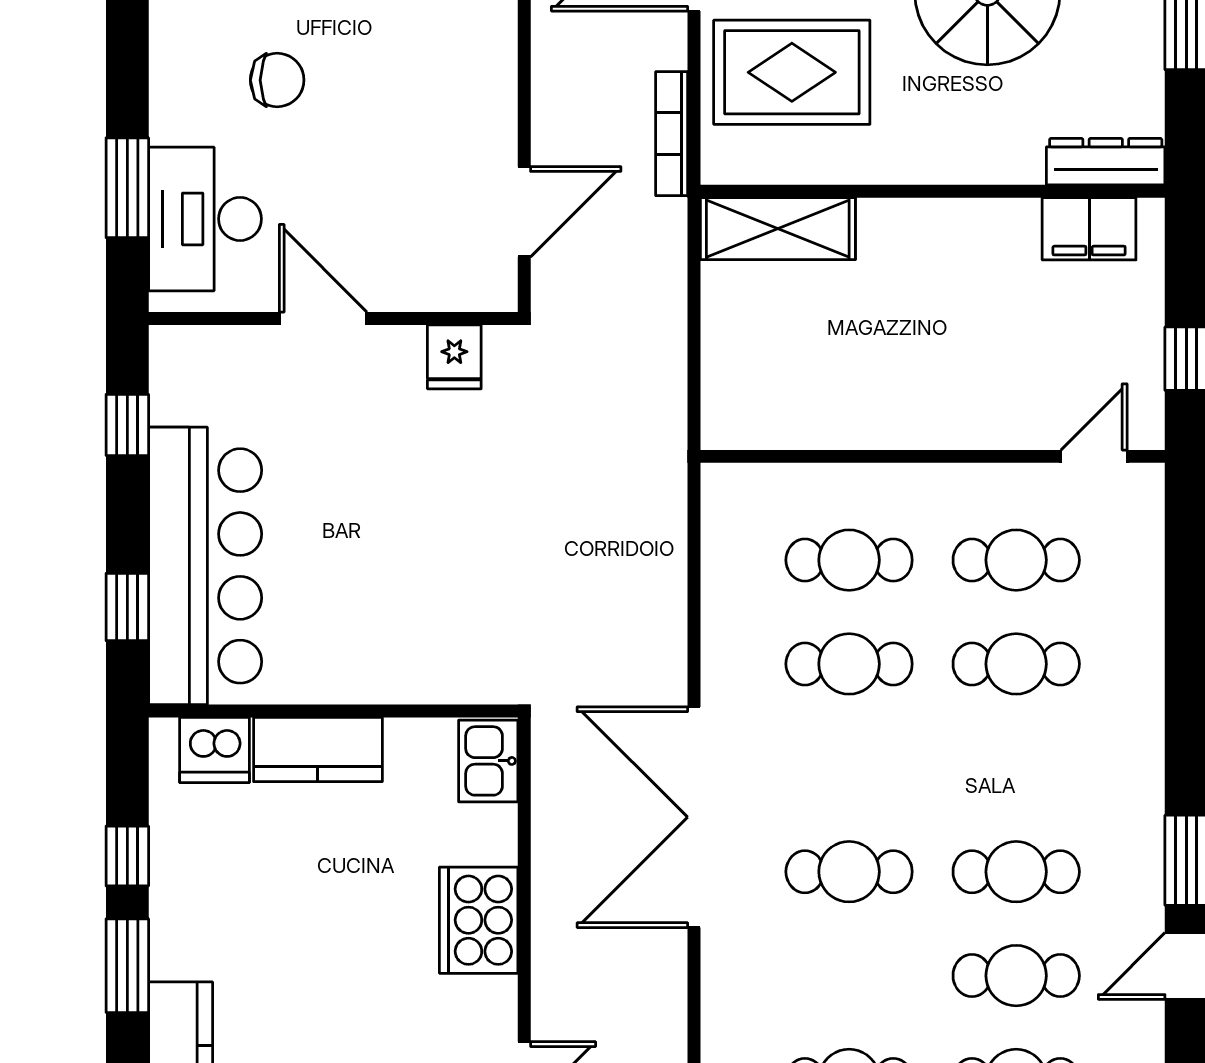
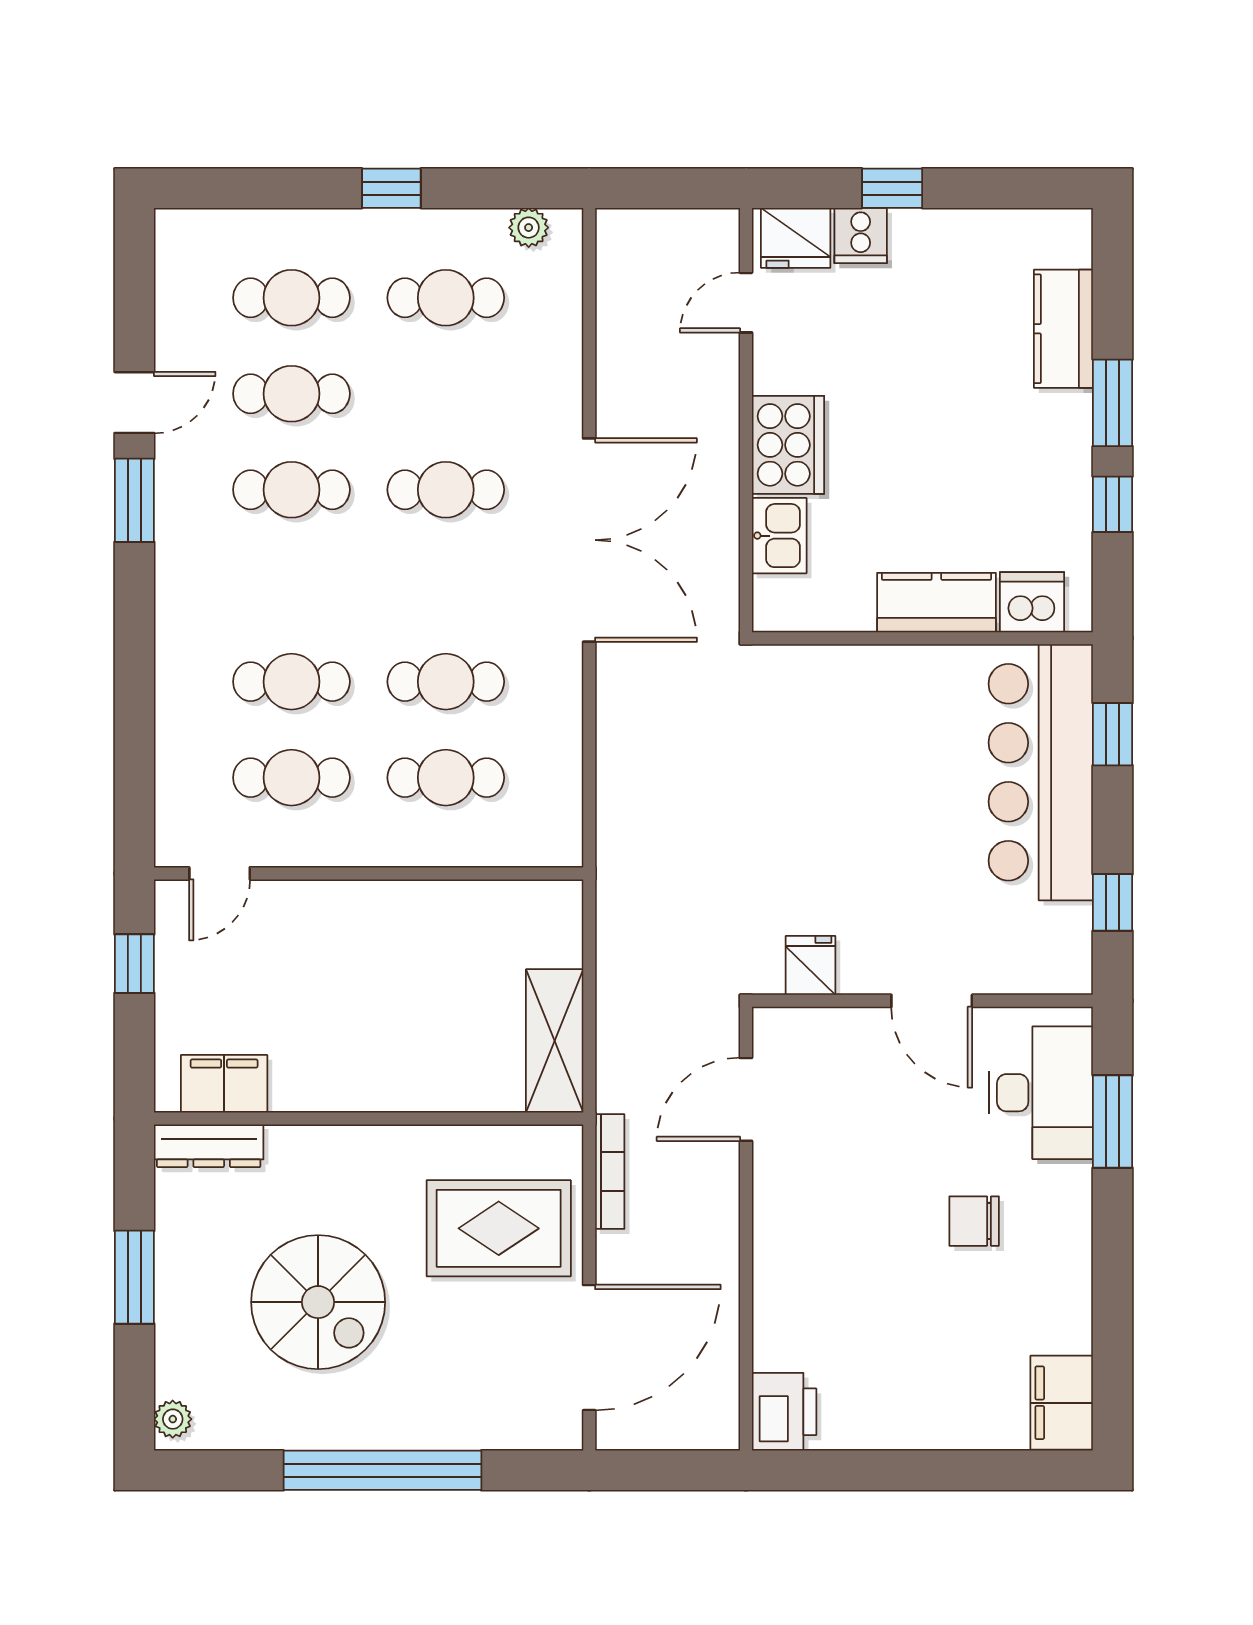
shelving: (778, 229) -> (555, 1041), moved, turned 90
kitchen sink: (488, 761) -> (779, 536), moved

